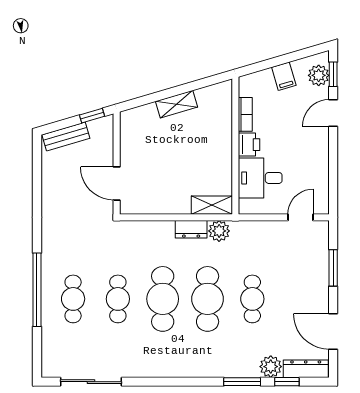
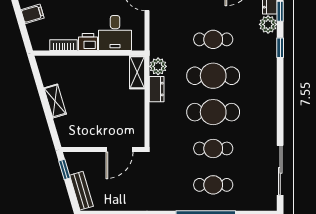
window: (242, 382) -> (280, 48), width x0.67

